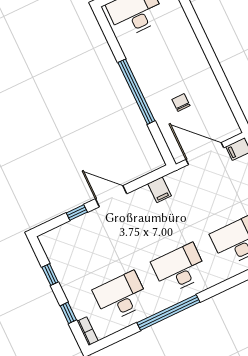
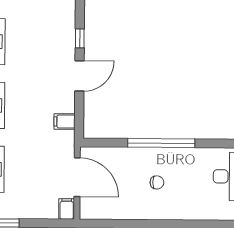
chair: (181, 102) -> (157, 182), moved
door: (205, 154) -> (77, 177), hinge flipped

